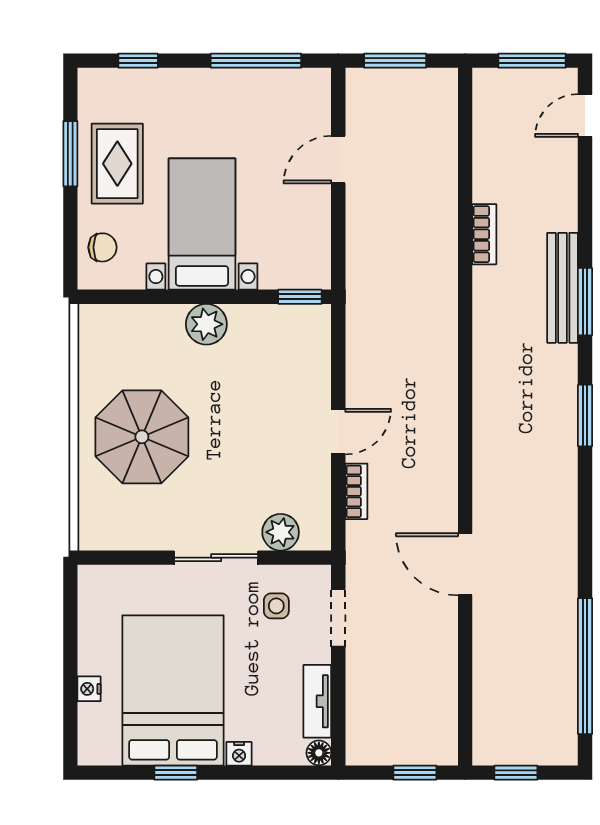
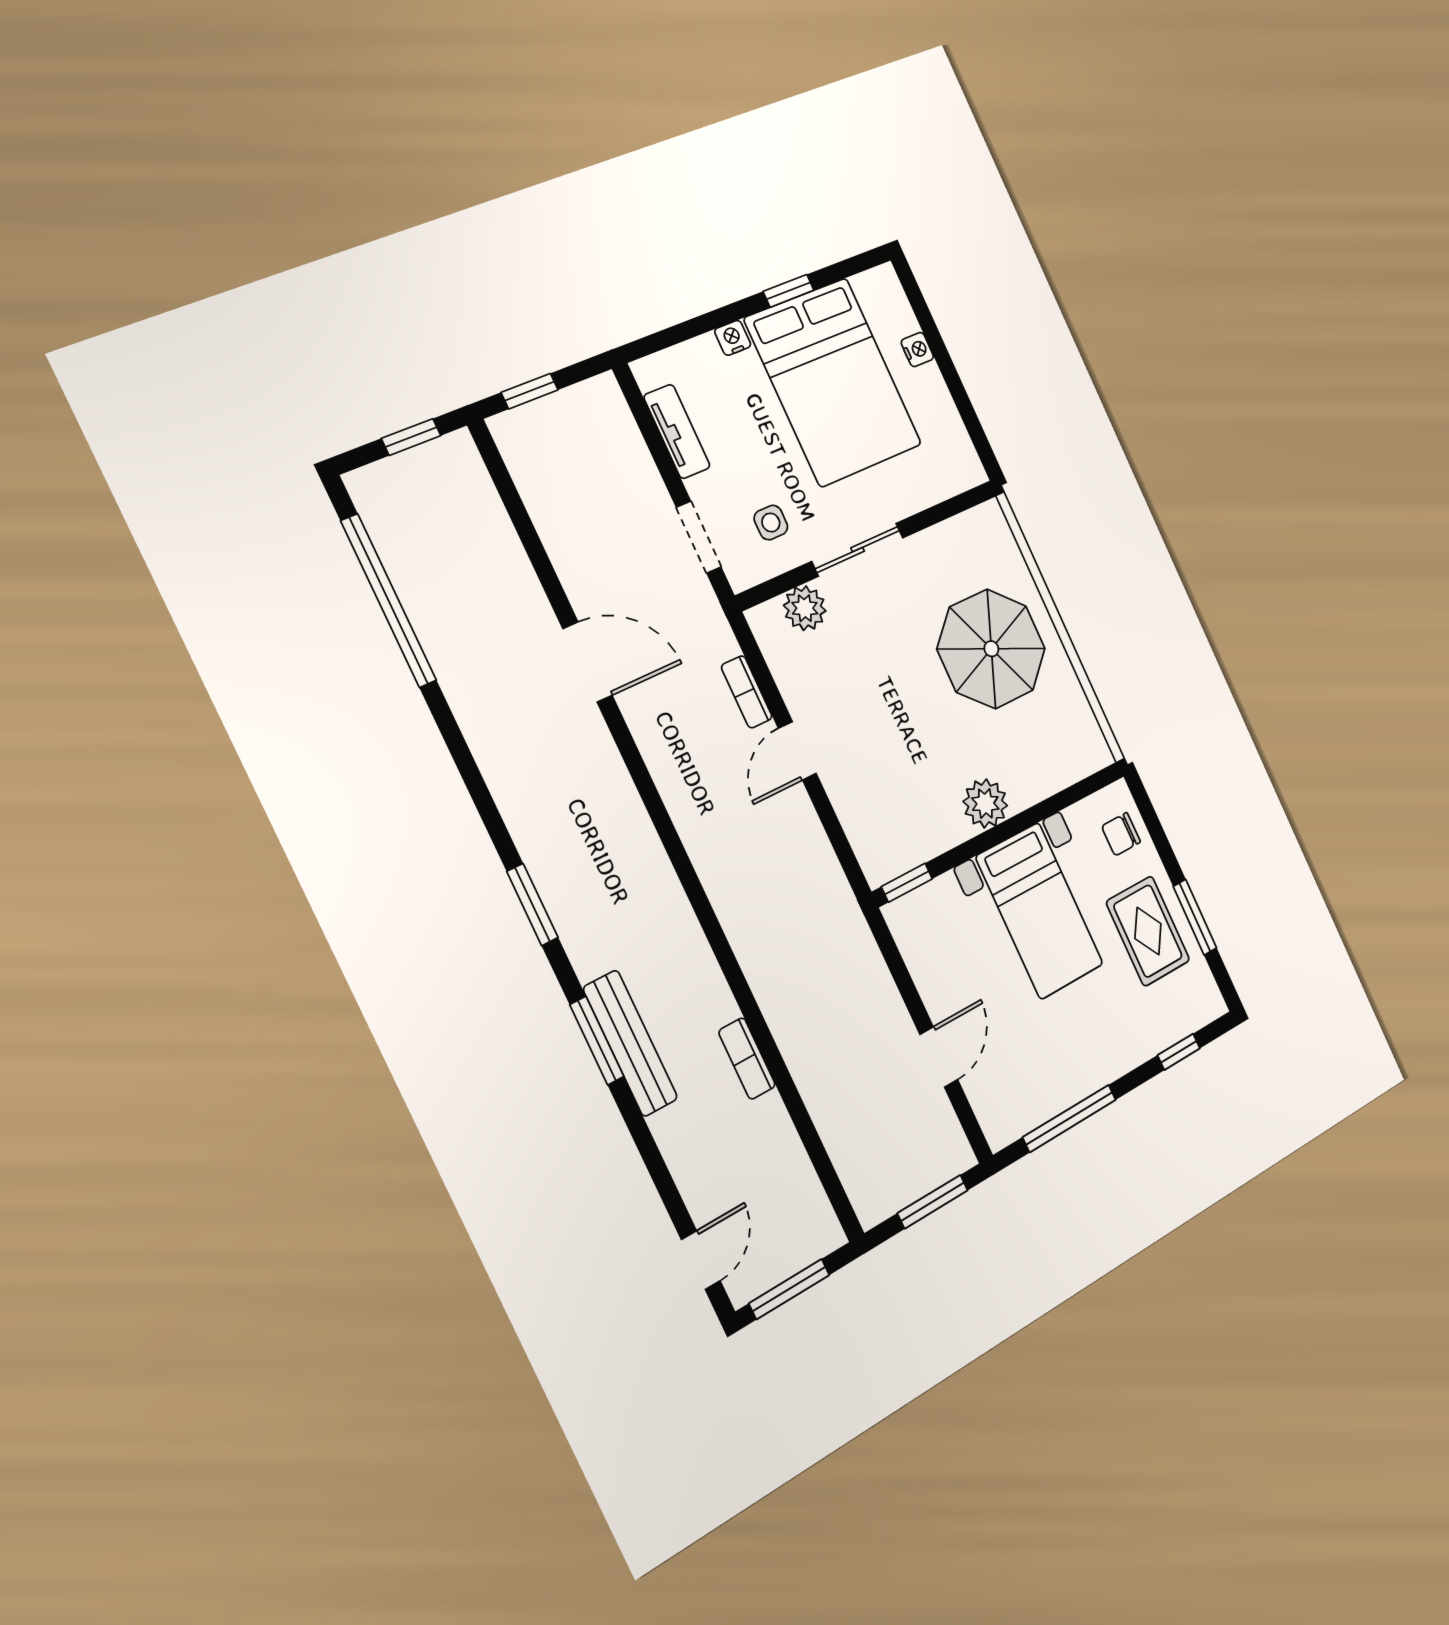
floor lamp: (319, 753) -> (648, 372), removed

